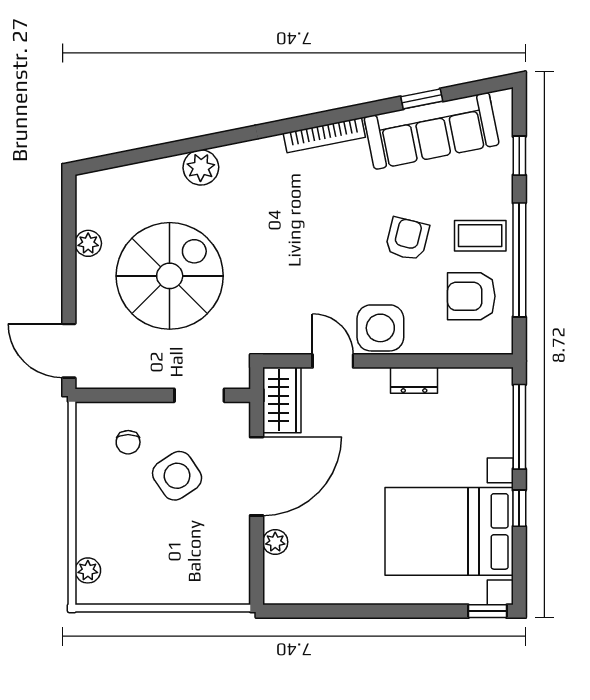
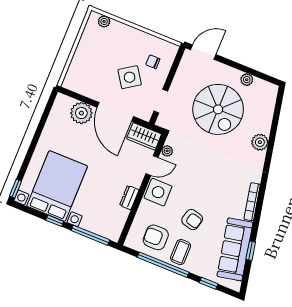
armchair: (471, 296) -> (156, 237), turned -90
plant: (292, 343) -> (167, 151), added
plant: (275, 542) -> (81, 113), width x1.87, depth x1.87

